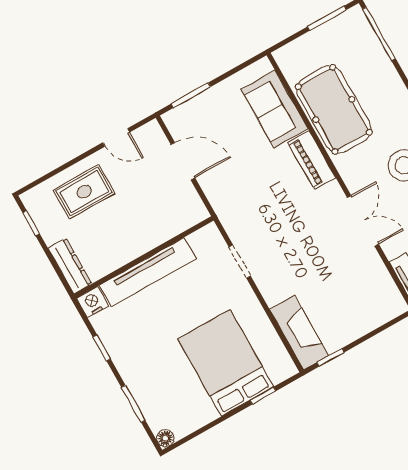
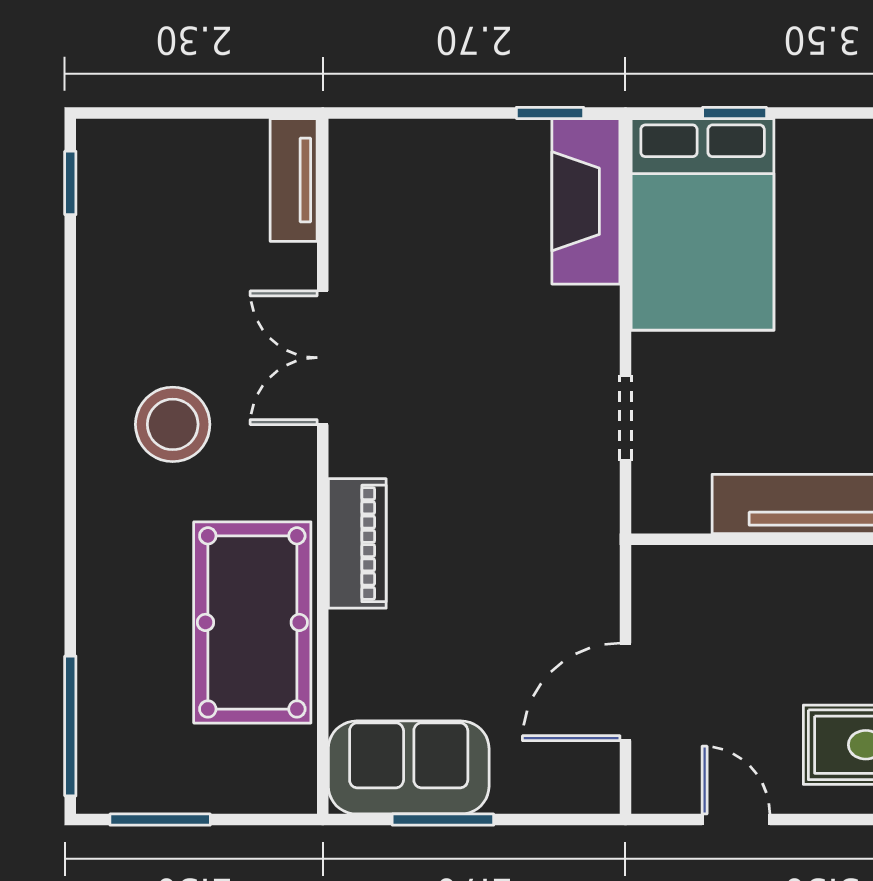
window: (191, 95) -> (443, 820), moved
sofa: (274, 109) -> (409, 767), moved, turned -90
door: (183, 161) -> (625, 692), hinge flipped
bed: (226, 363) -> (703, 224), moved

